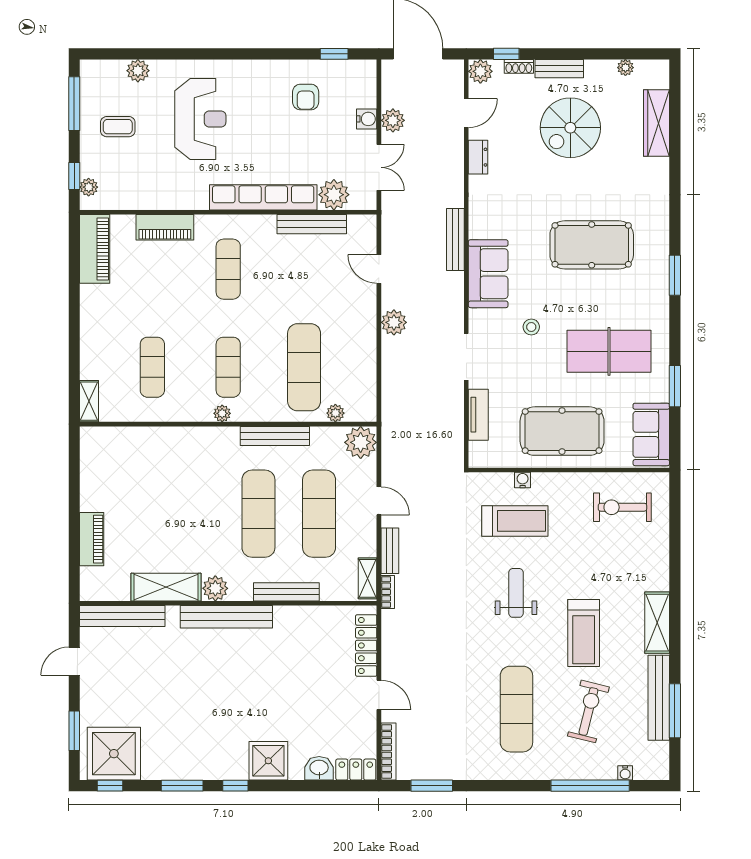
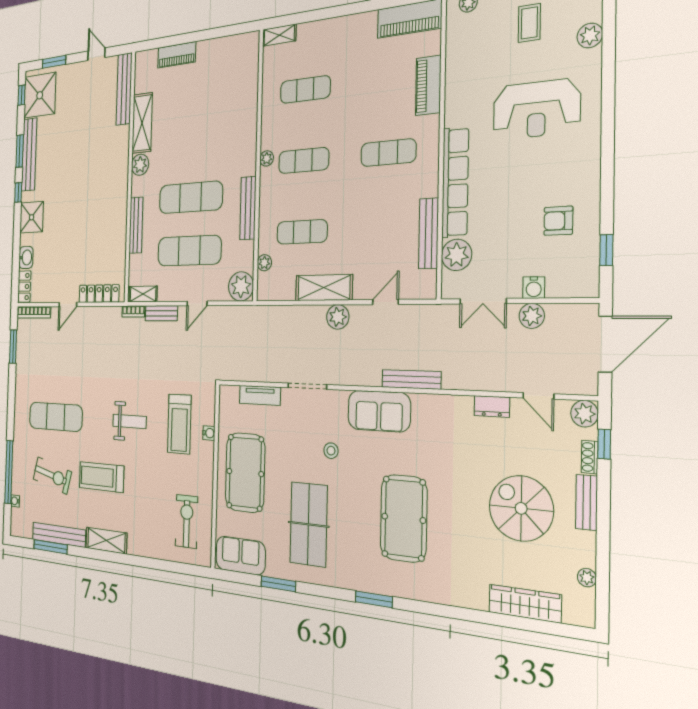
shelving: (363, 339) -> (324, 288), added
exercise mat: (304, 367) -> (302, 232), width x0.73, depth x0.69
bench: (226, 617) -> (29, 155), moved

